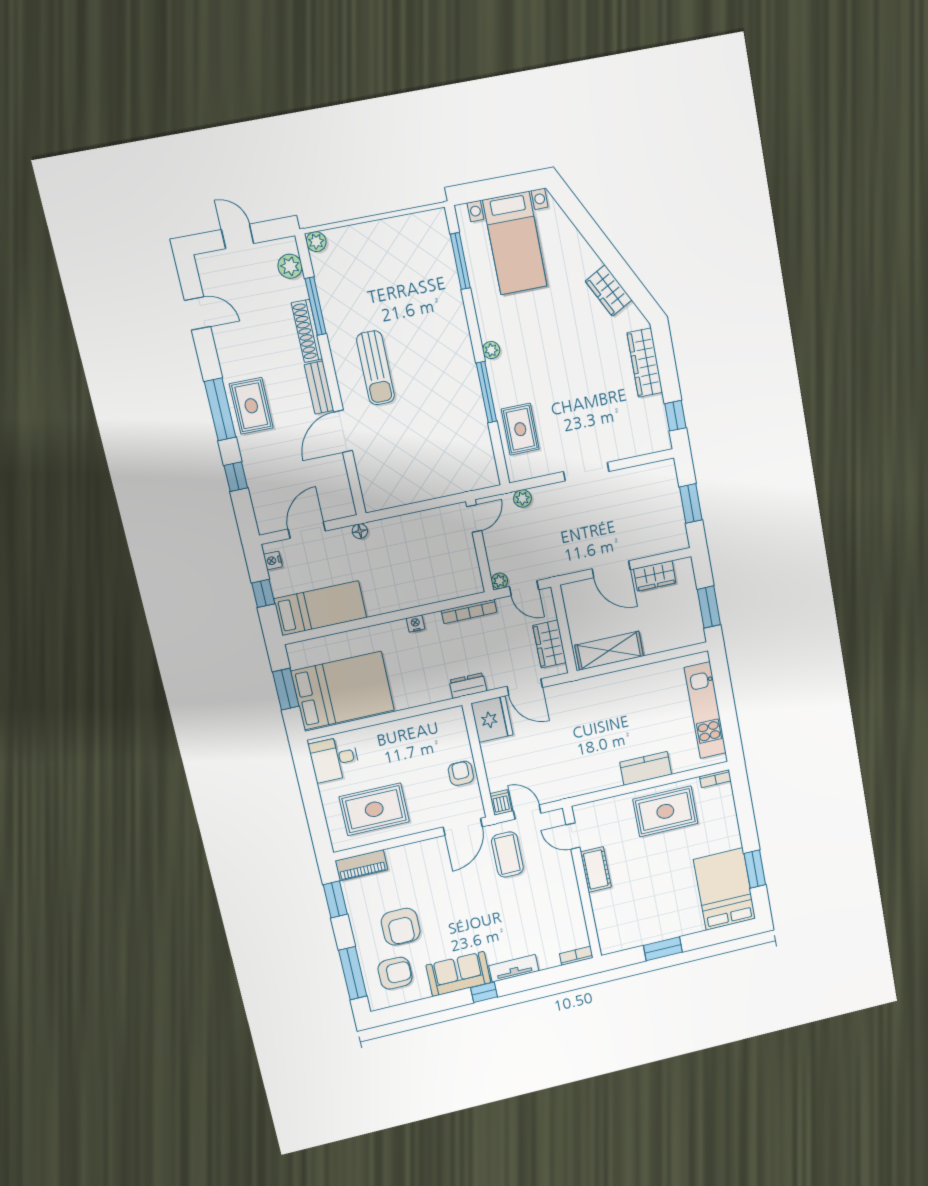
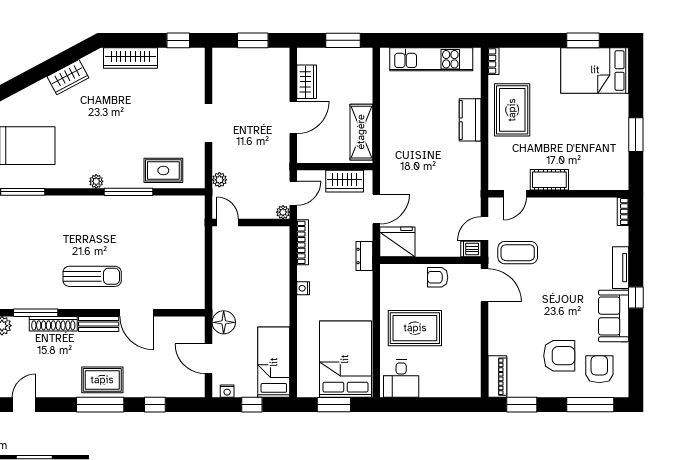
floor lamp: (360, 531) -> (224, 322), width x1.89, depth x1.89
rug: (374, 809) -> (415, 328), moved, turned 90

